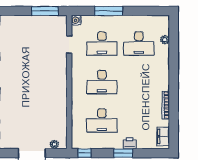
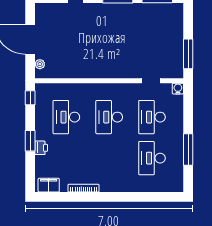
window: (109, 11) -> (188, 149), moved
plant: (165, 40) -> (156, 187), removed

